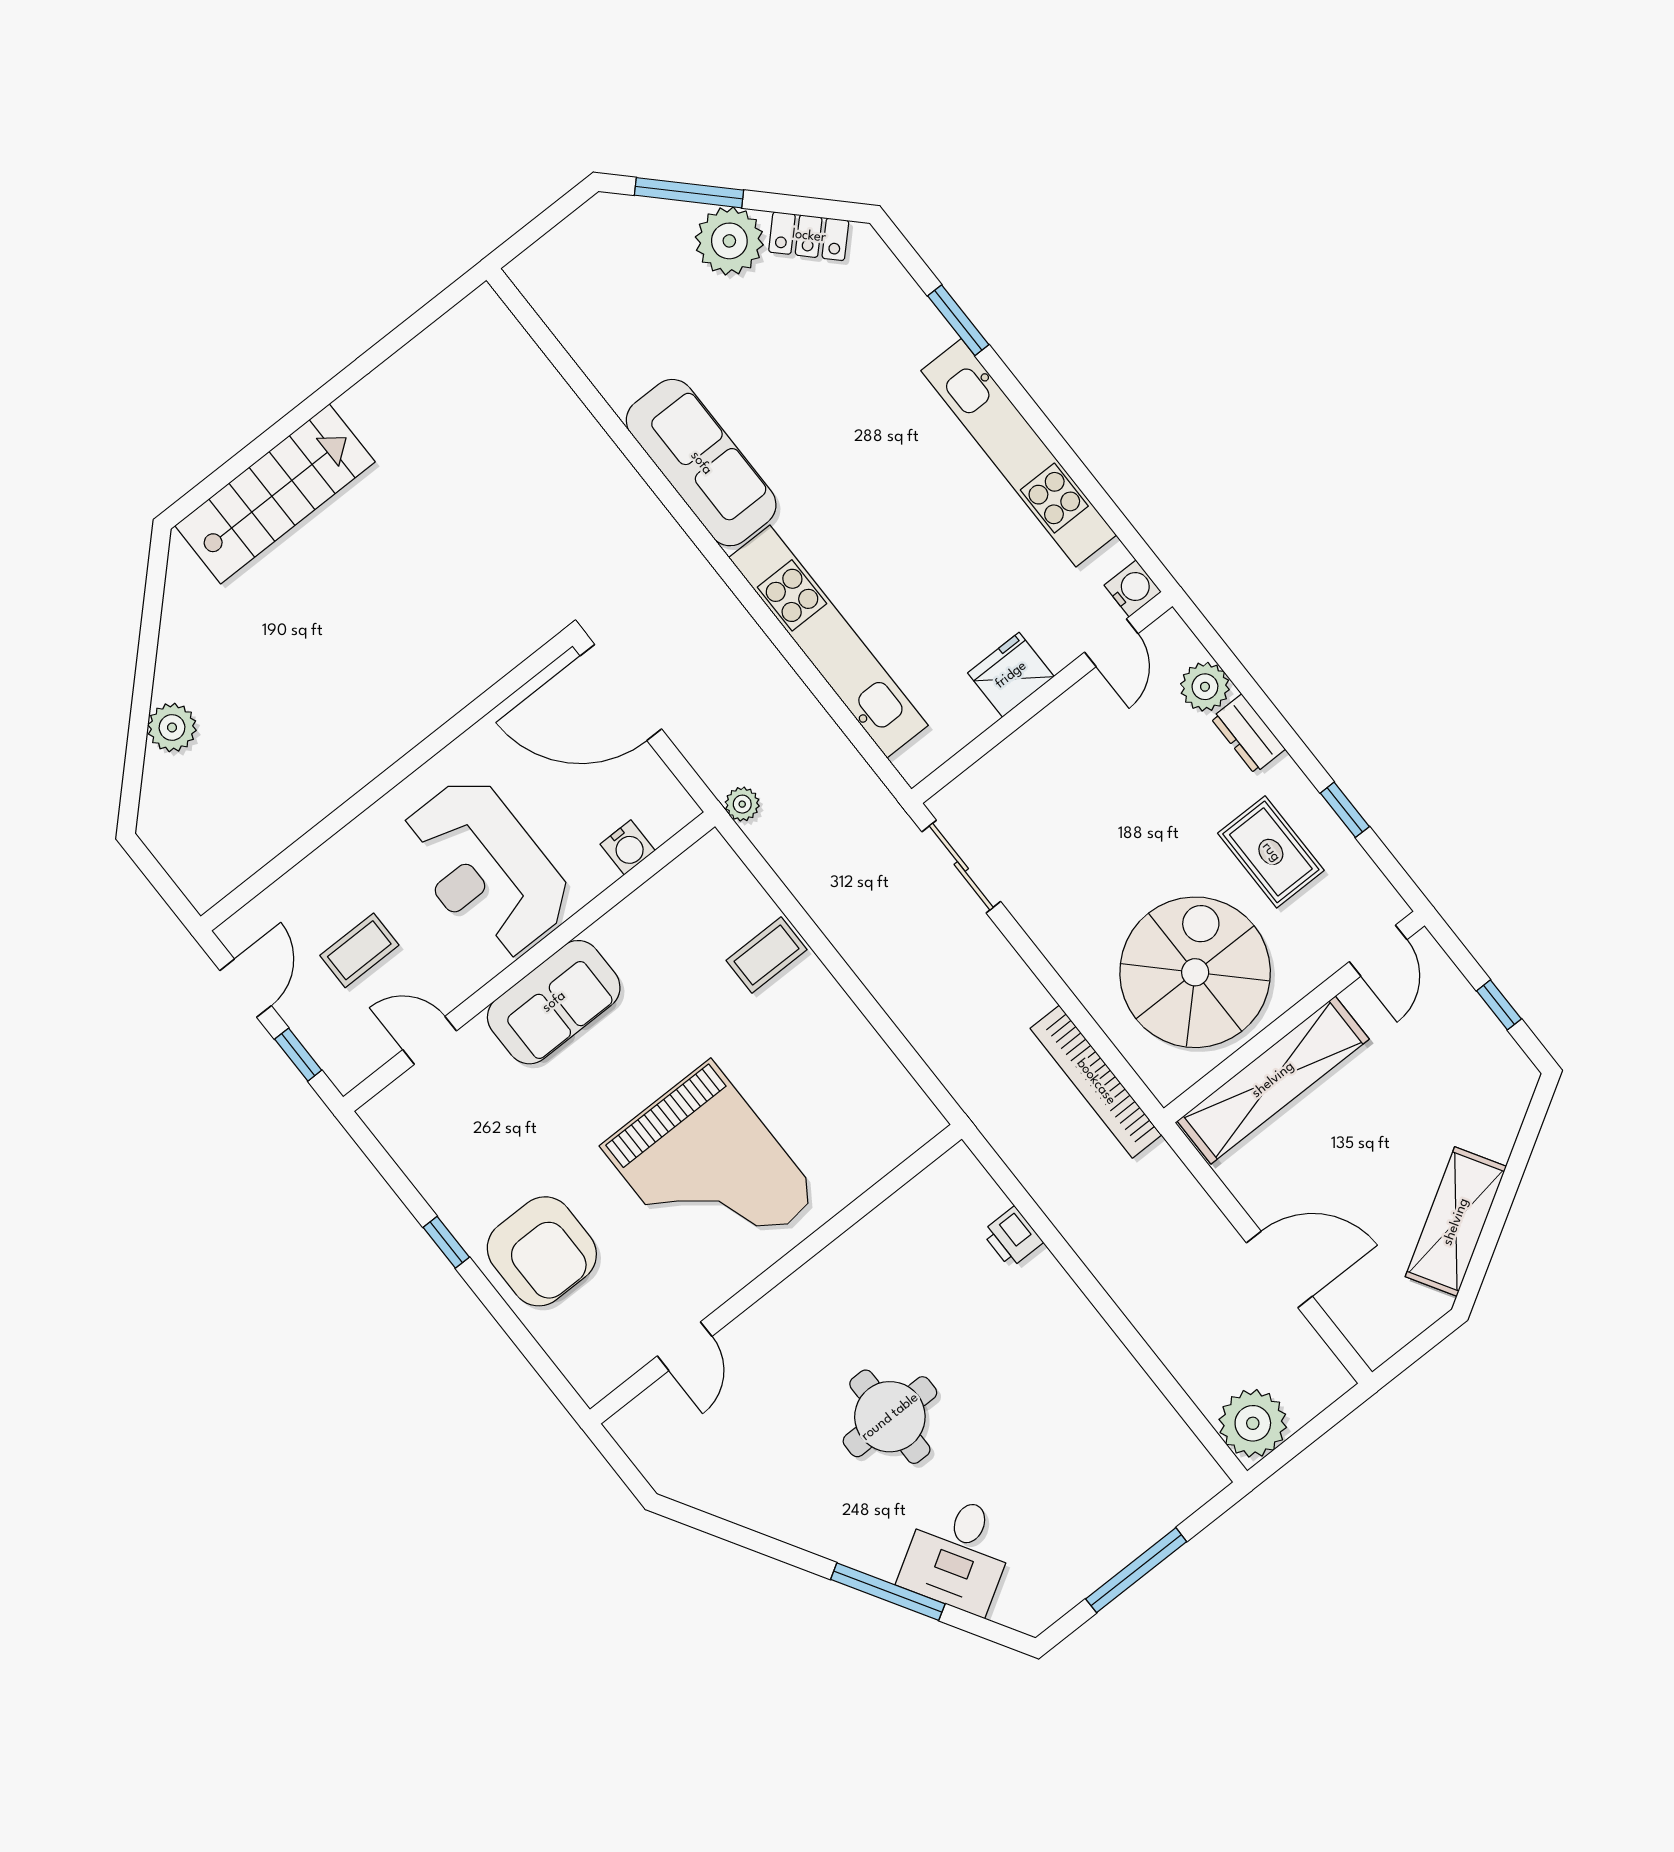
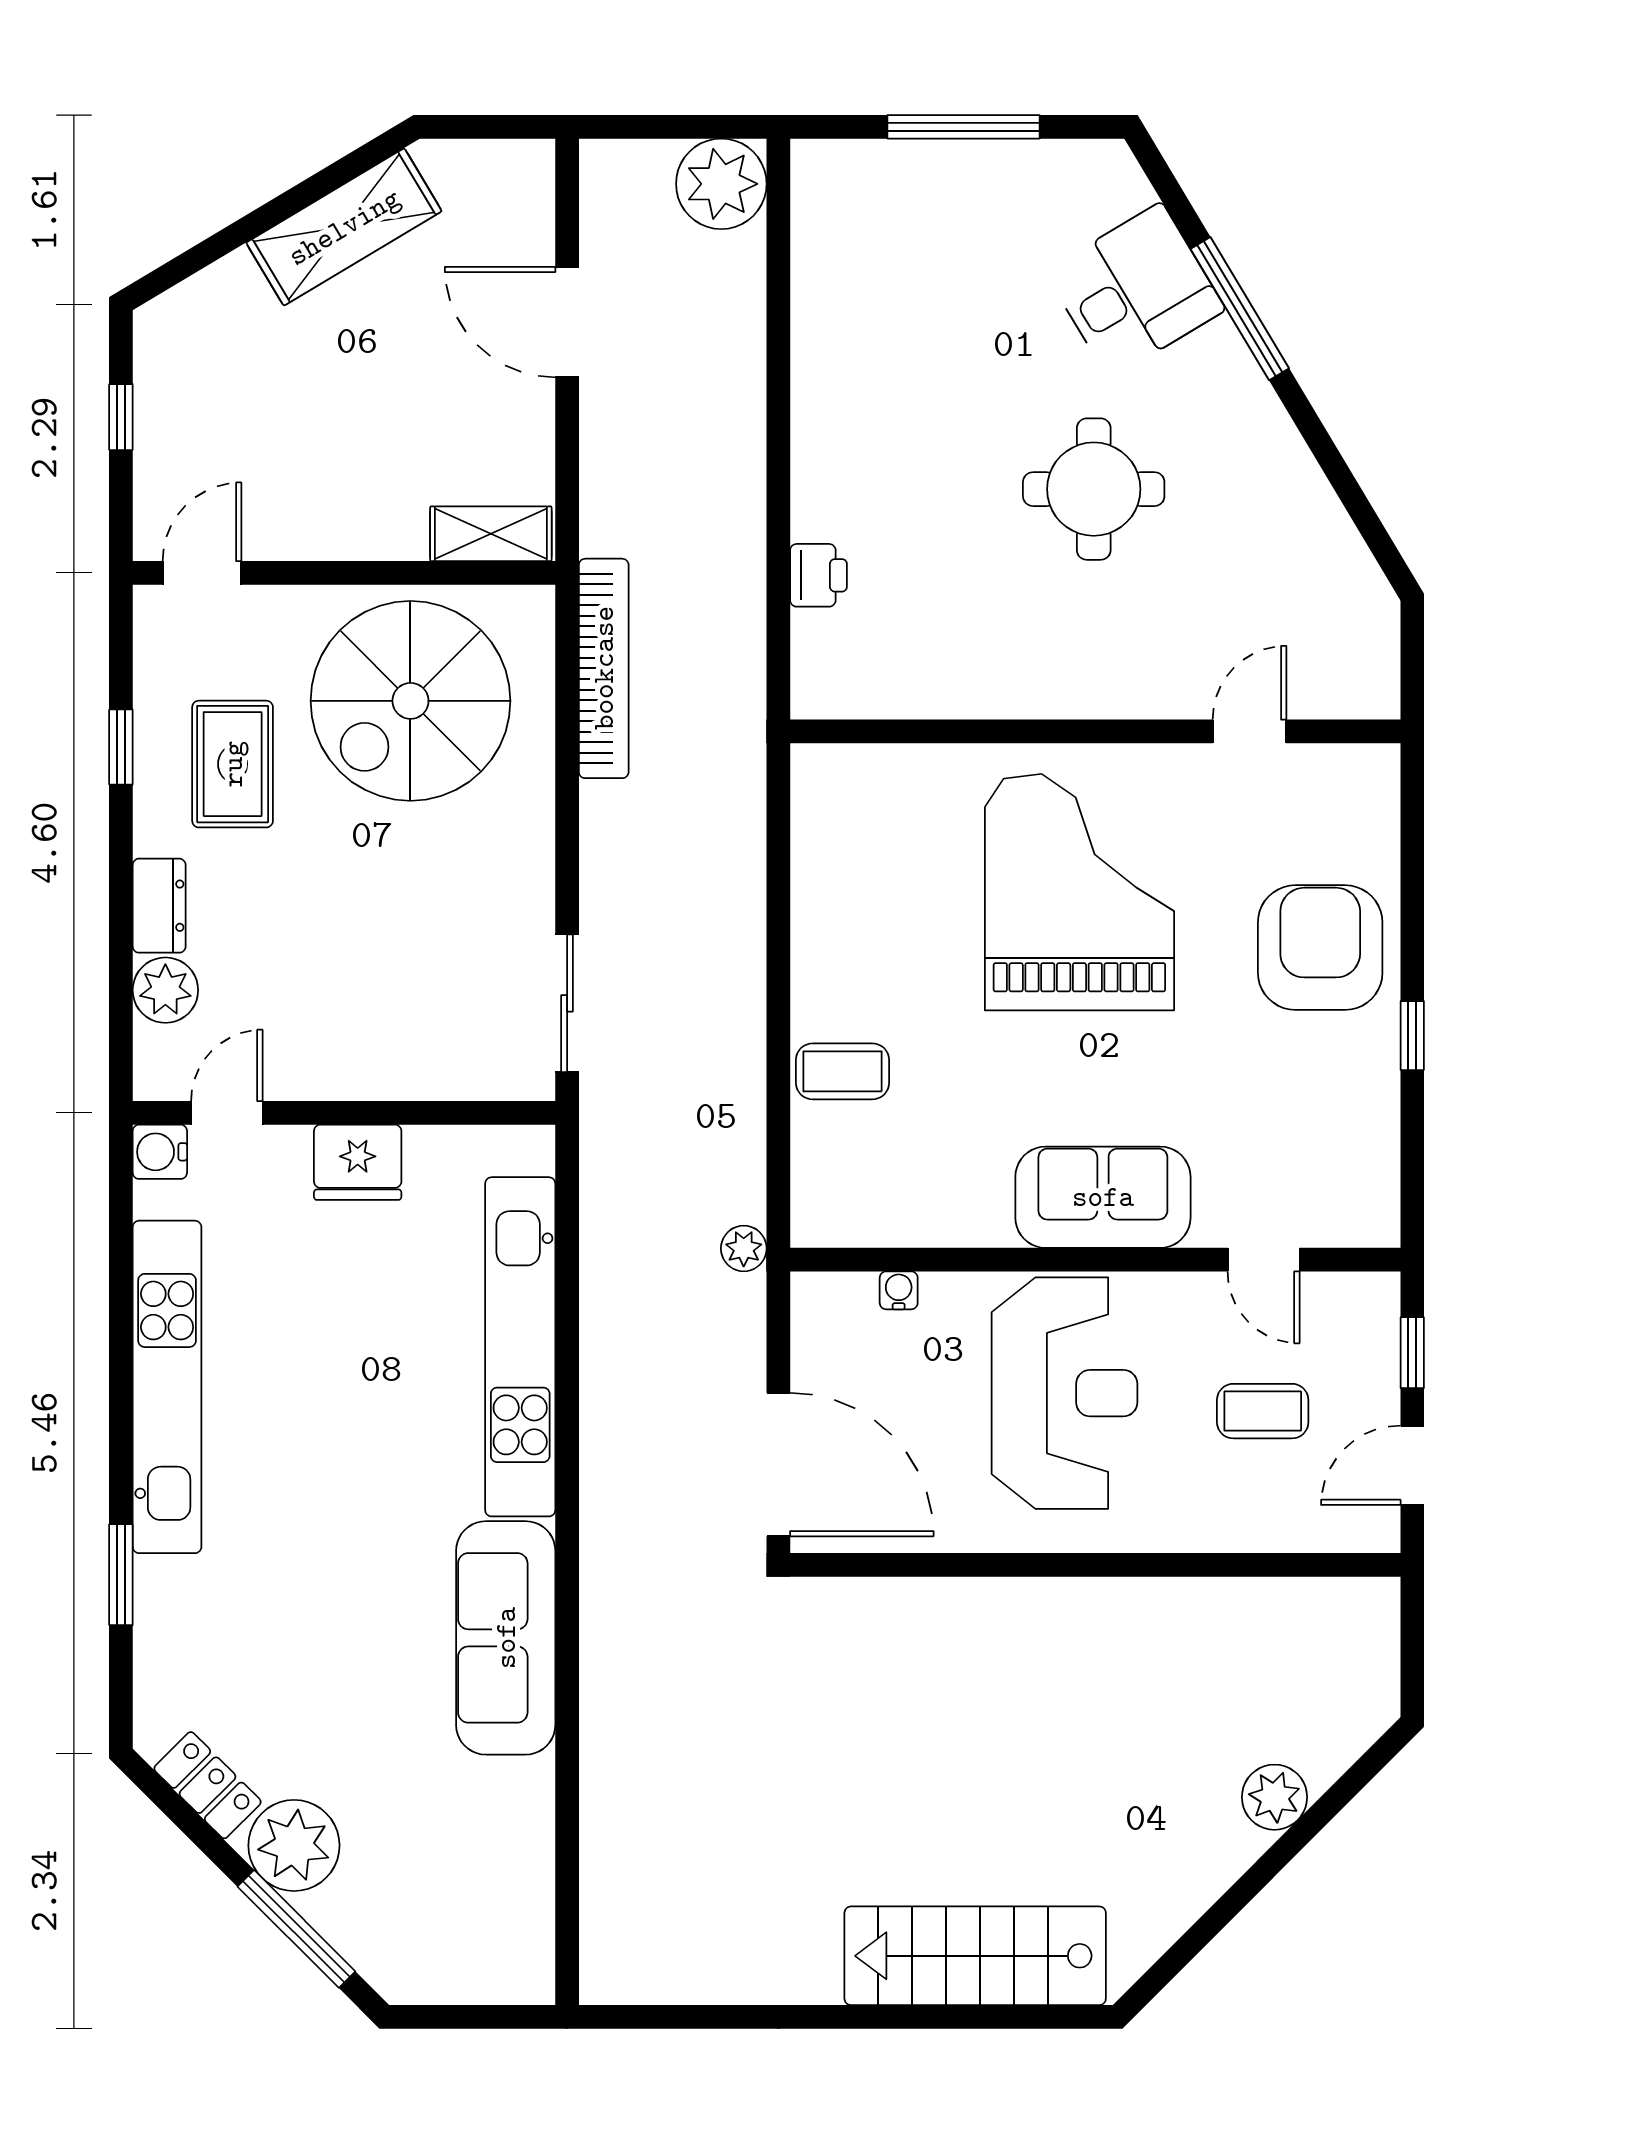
water cooler: (628, 847) -> (899, 1290), width x0.72, depth x0.72
shelving: (1273, 1080) -> (491, 534), width x0.45, depth x0.75

